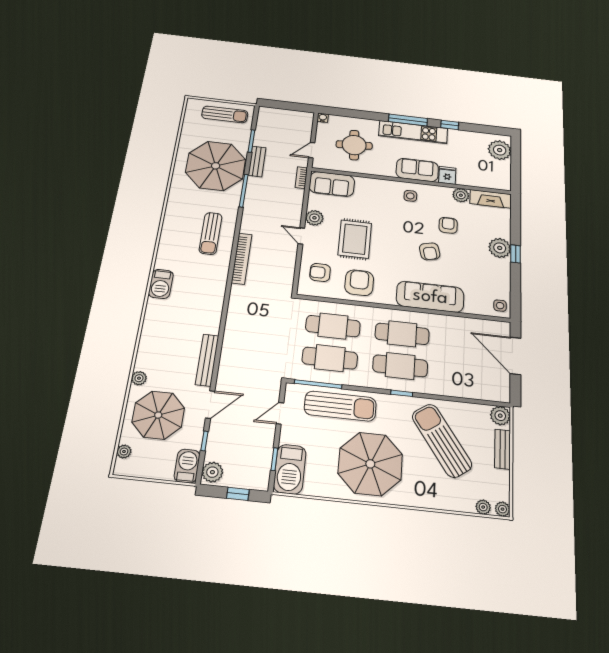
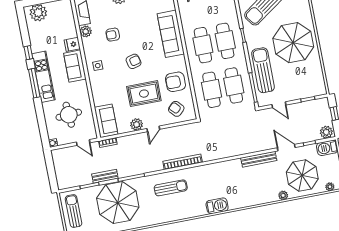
armchair: (430, 251) -> (134, 61), moved
armchair: (320, 272) -> (176, 109), turned 136
barbecue: (290, 469) -> (311, 88), removed

